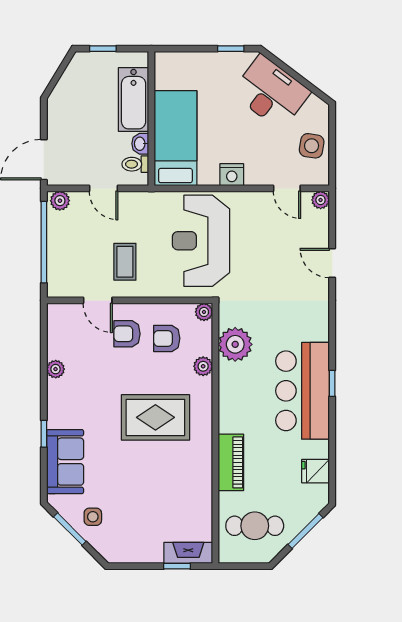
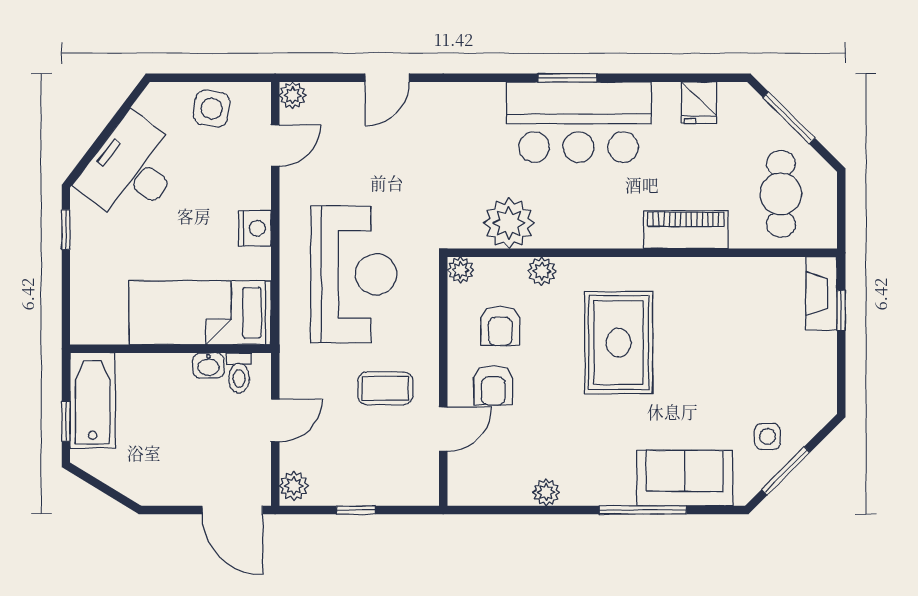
bathtub: (134, 100) -> (93, 401), moved, turned -90
reception desk: (201, 241) -> (354, 274), turned -90
window: (44, 242) -> (356, 510), width x0.32
window: (332, 383) -> (568, 78), width x1.50
window: (44, 434) -> (643, 510), width x2.17

